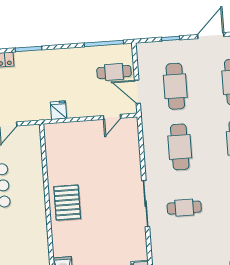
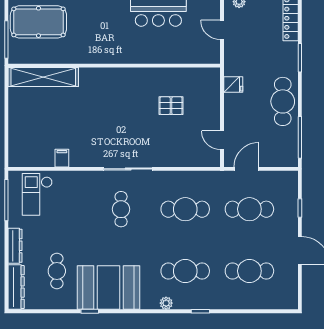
cafe table: (114, 72) -> (283, 101), moved, width x1.37, depth x1.35
pallet: (67, 203) -> (171, 106), moved, width x0.67, depth x0.71

